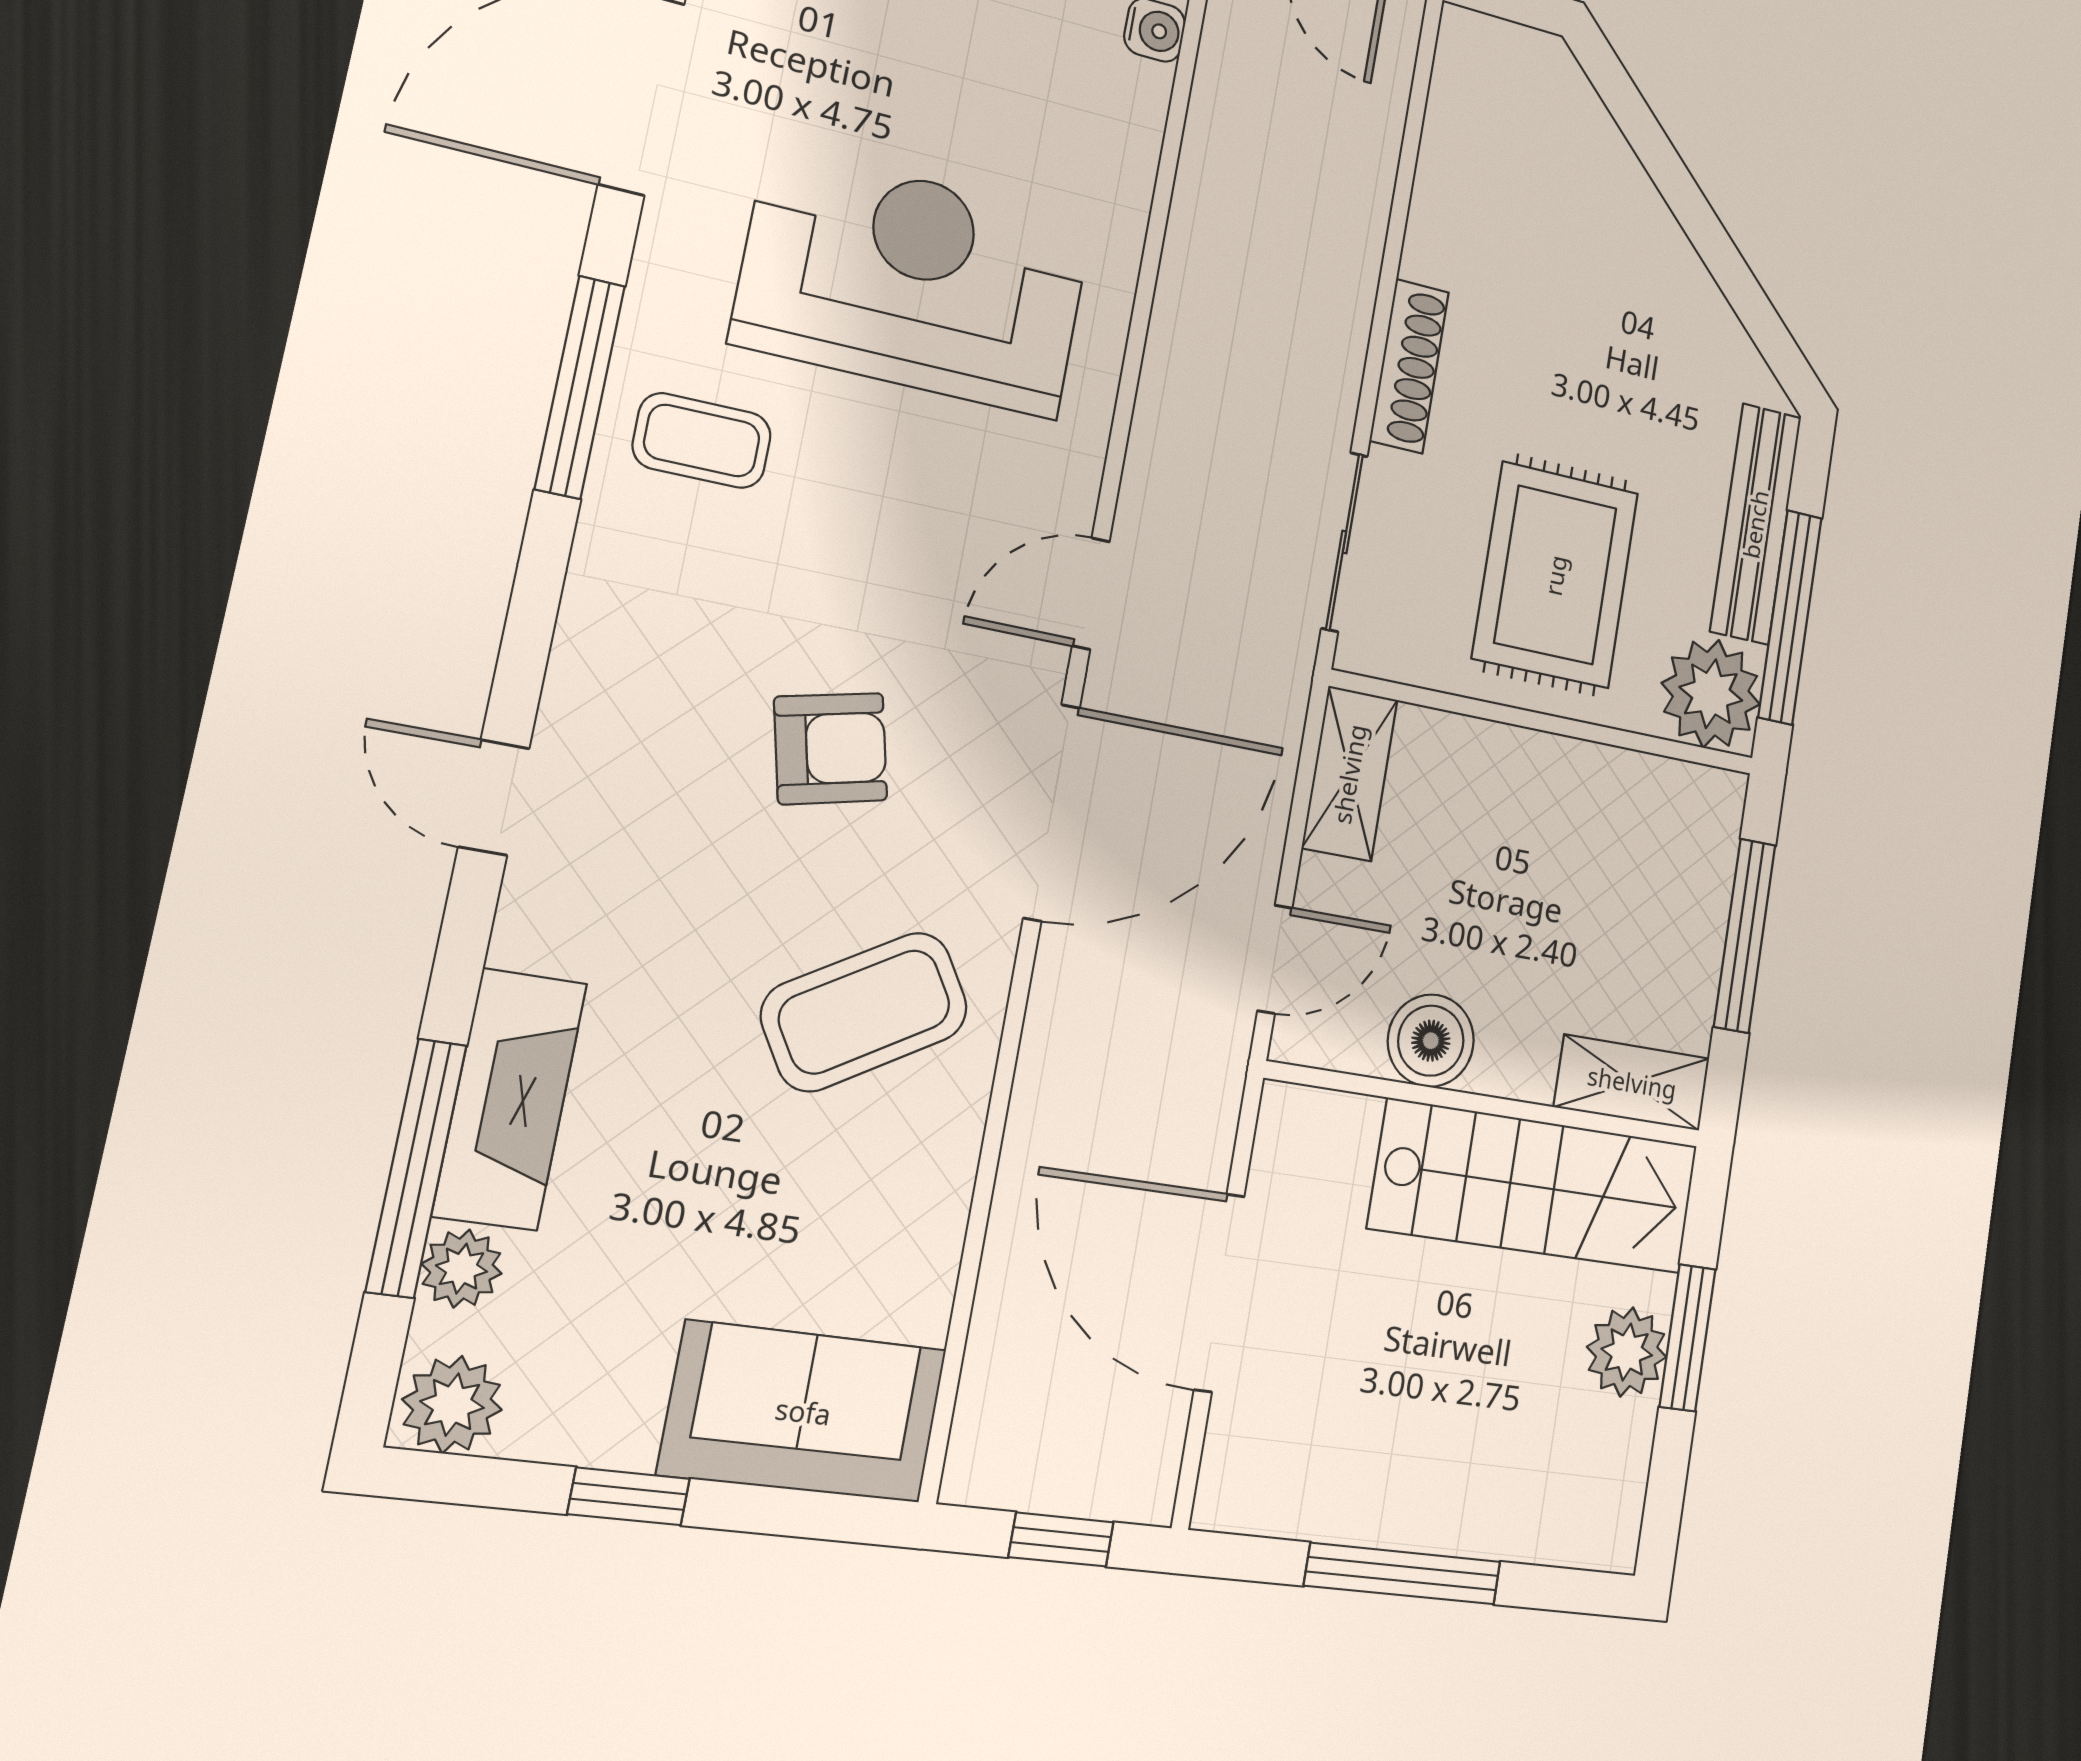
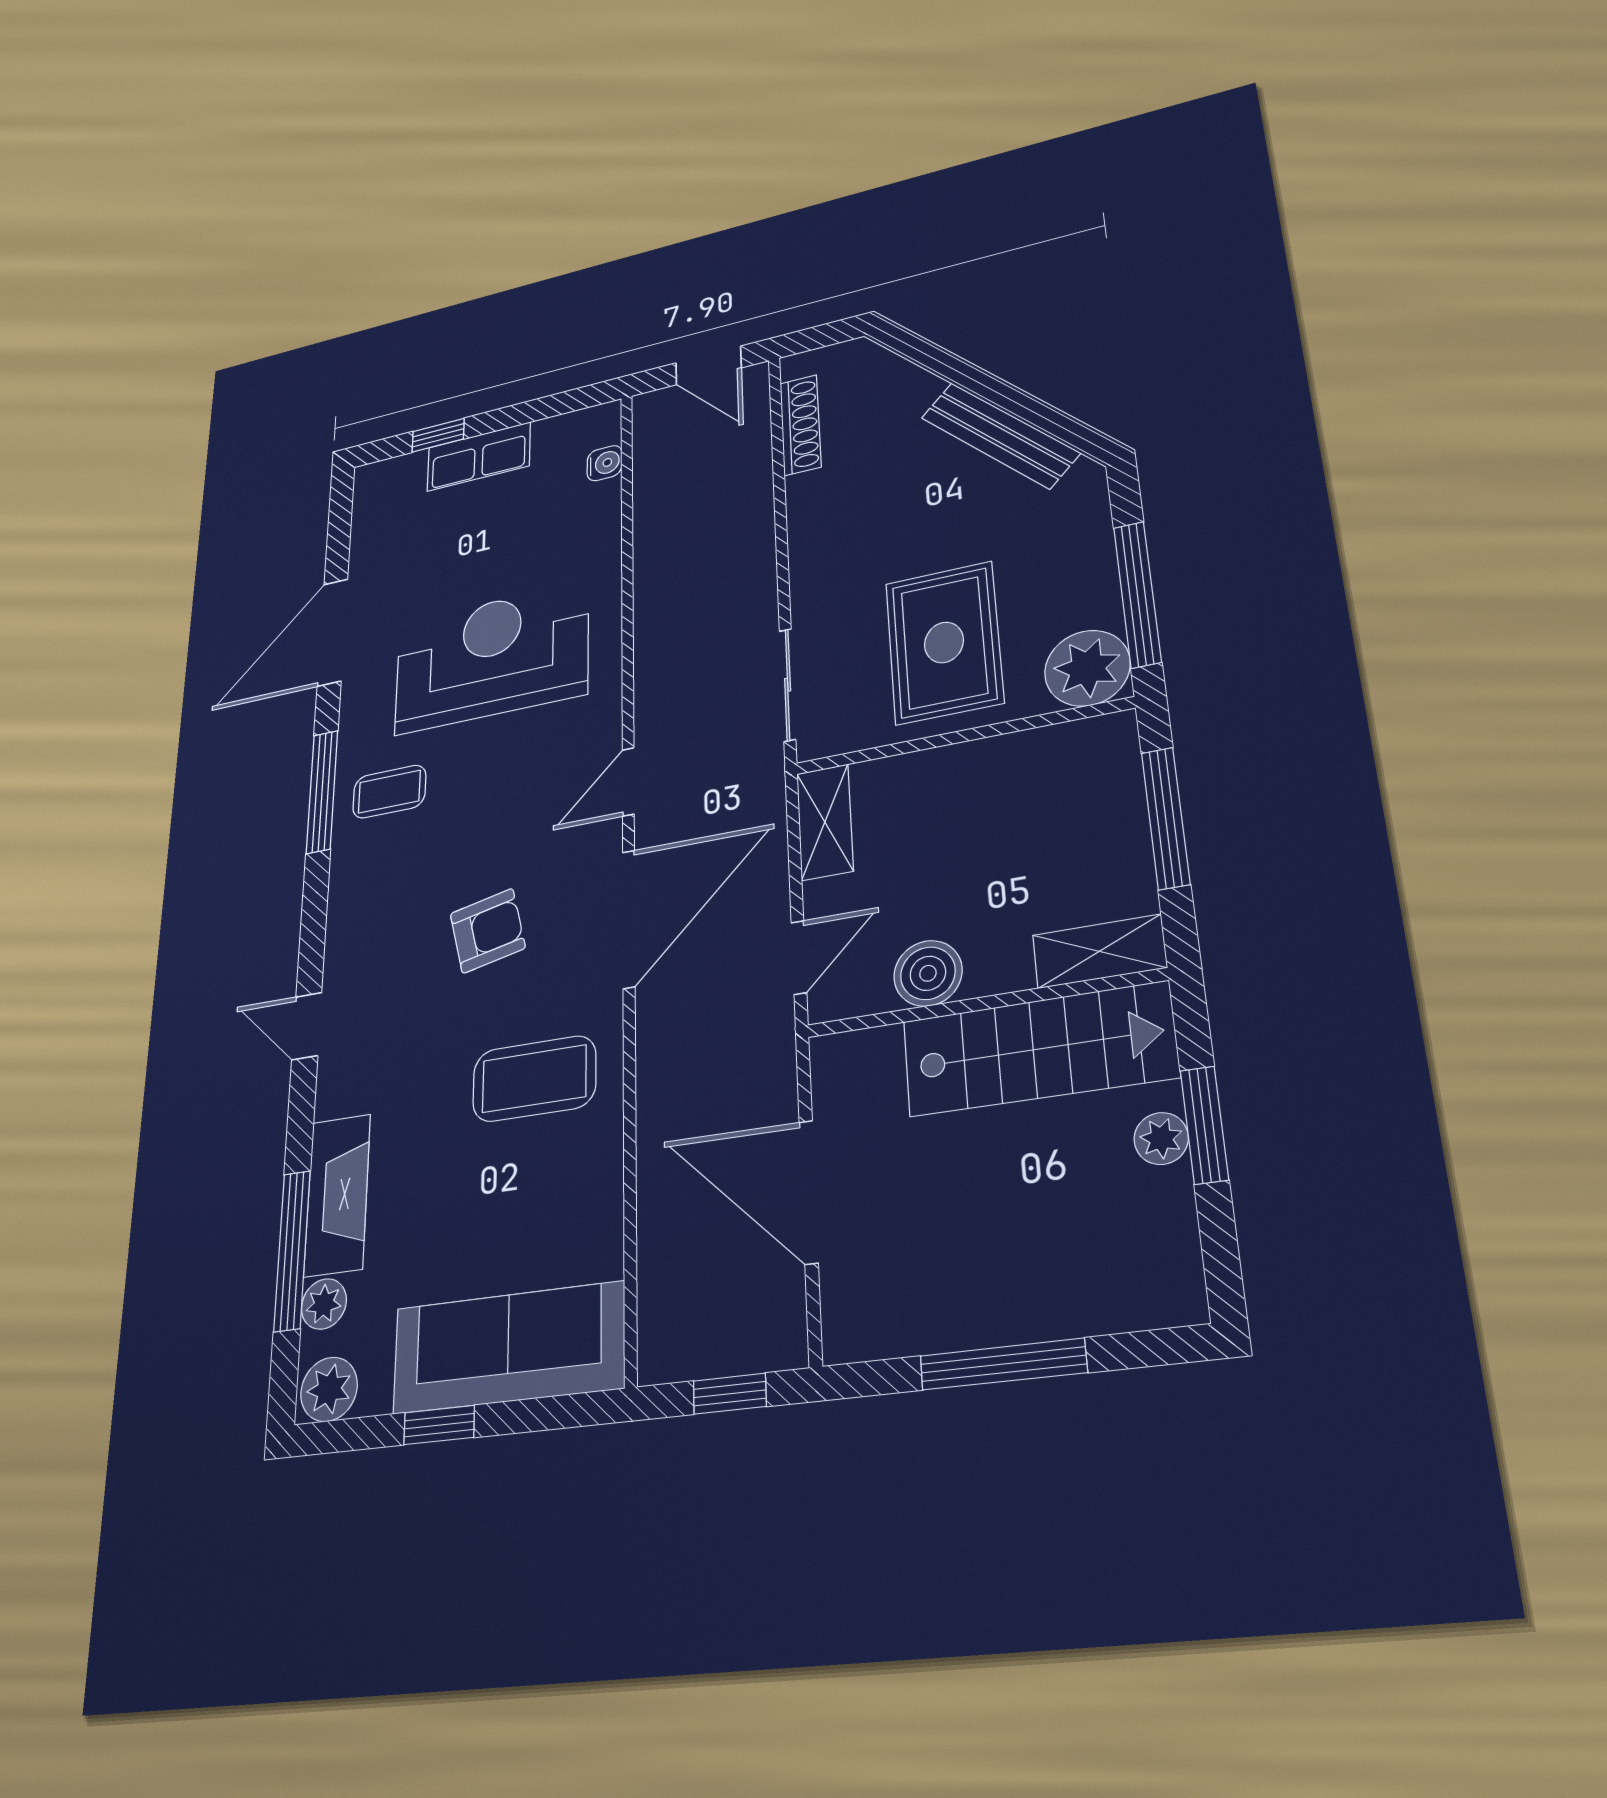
shoe rack: (1409, 366) -> (800, 425), moved
bench: (1756, 524) -> (1000, 435), moved, turned -45
coffee table: (865, 1012) -> (534, 1079), turned 31
plant: (1627, 1352) -> (1161, 1138), width x0.73, depth x0.73
sofa: (803, 1412) -> (508, 1348), width x1.36

